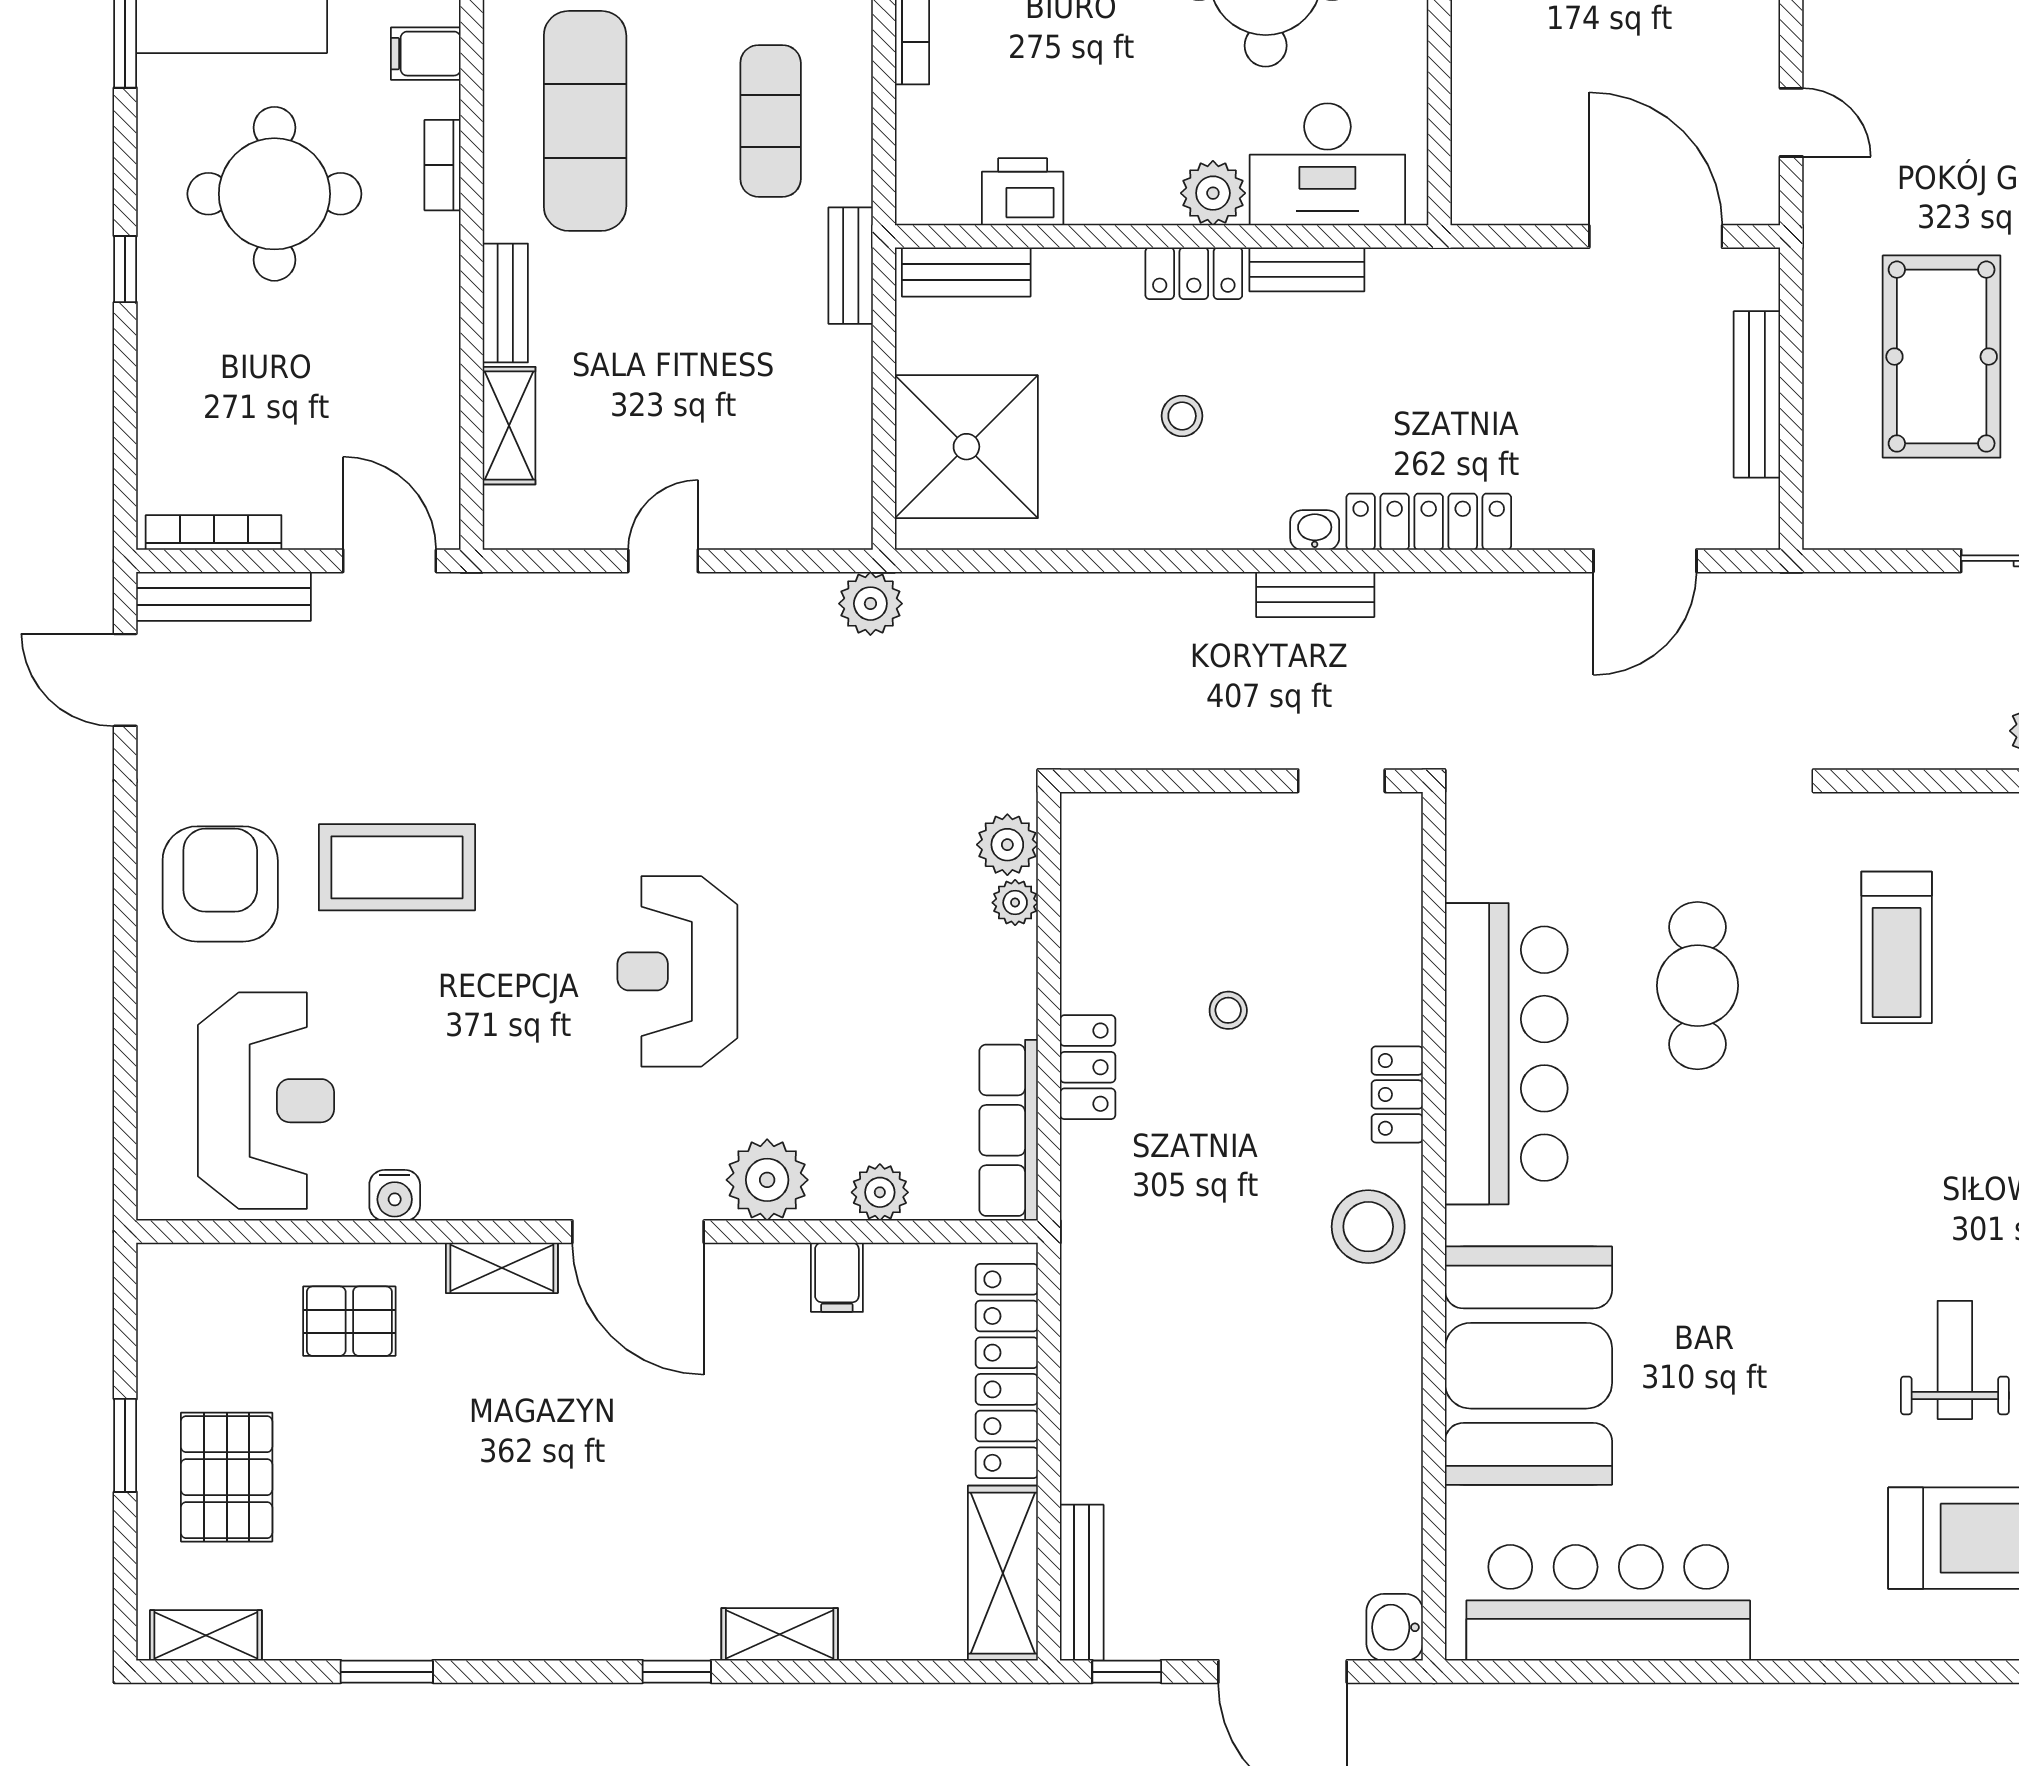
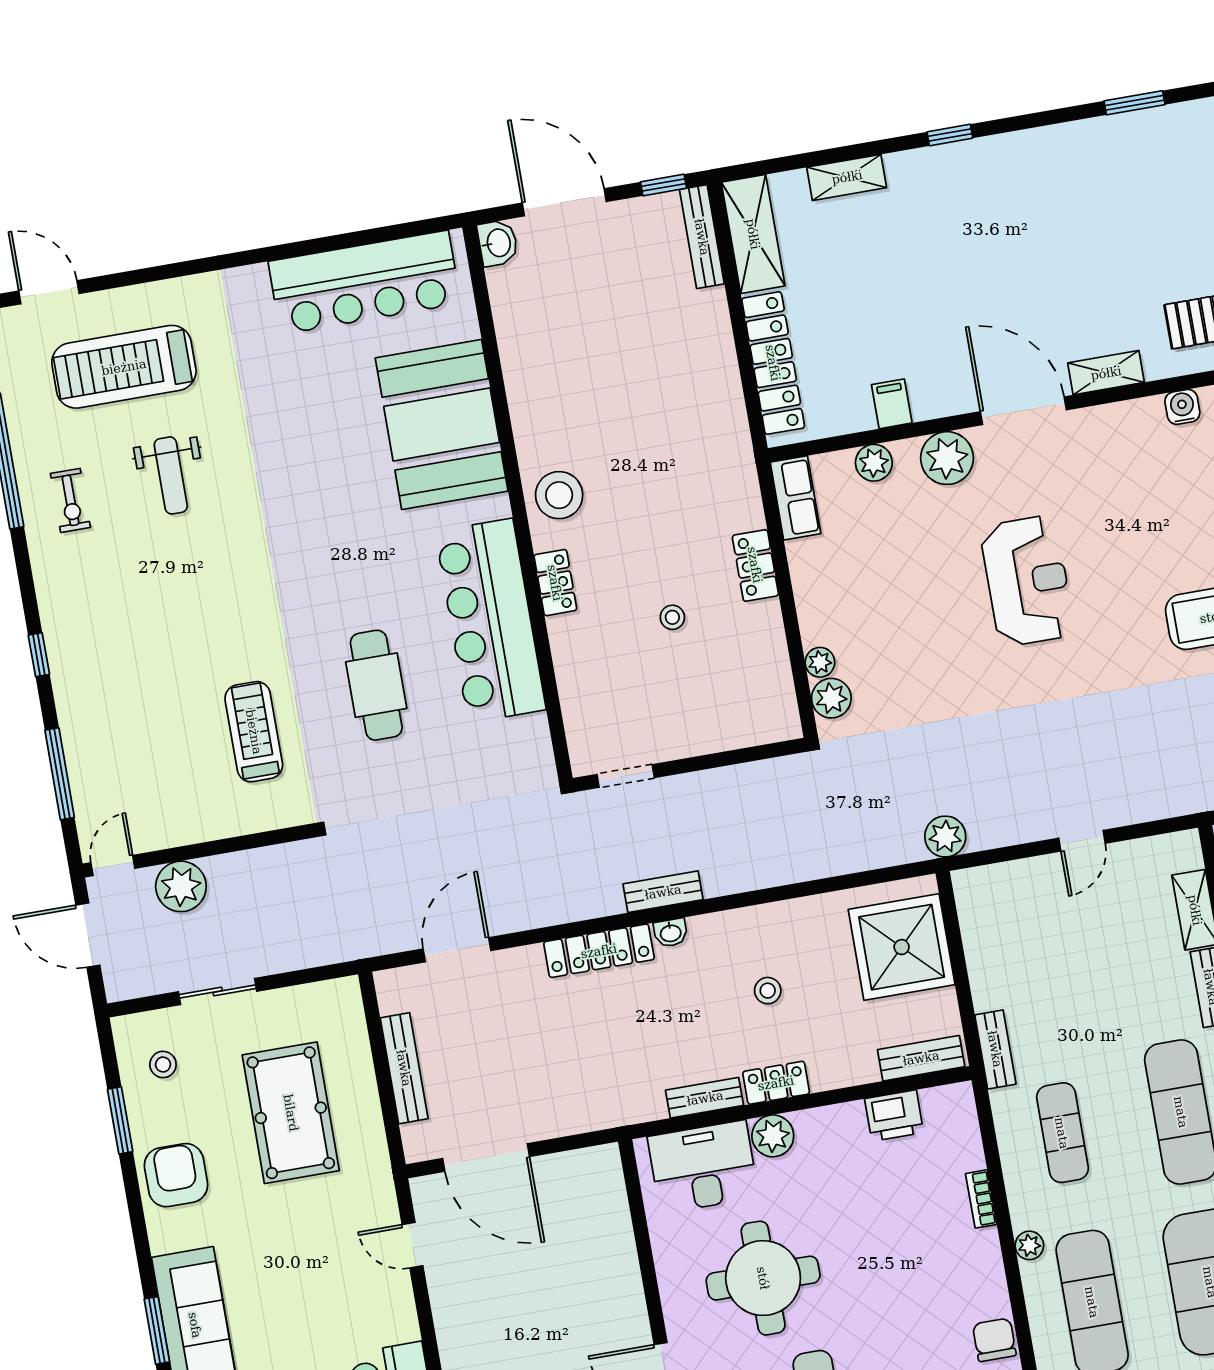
row of seats: (1009, 1130) -> (795, 498), width x0.68
shelving: (780, 1634) -> (847, 177), moved

